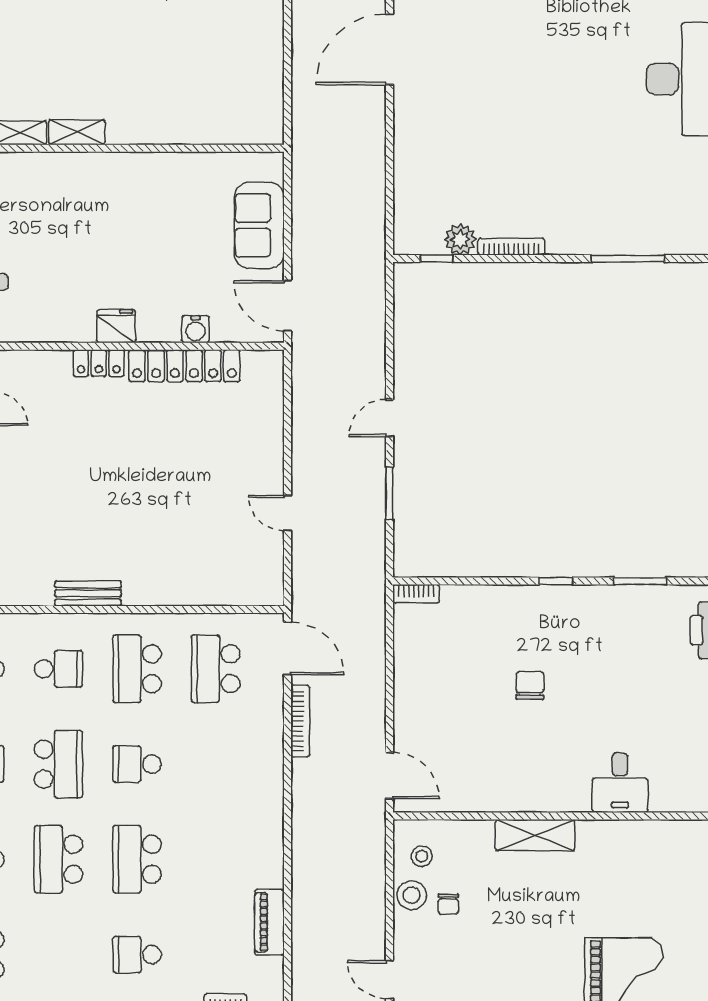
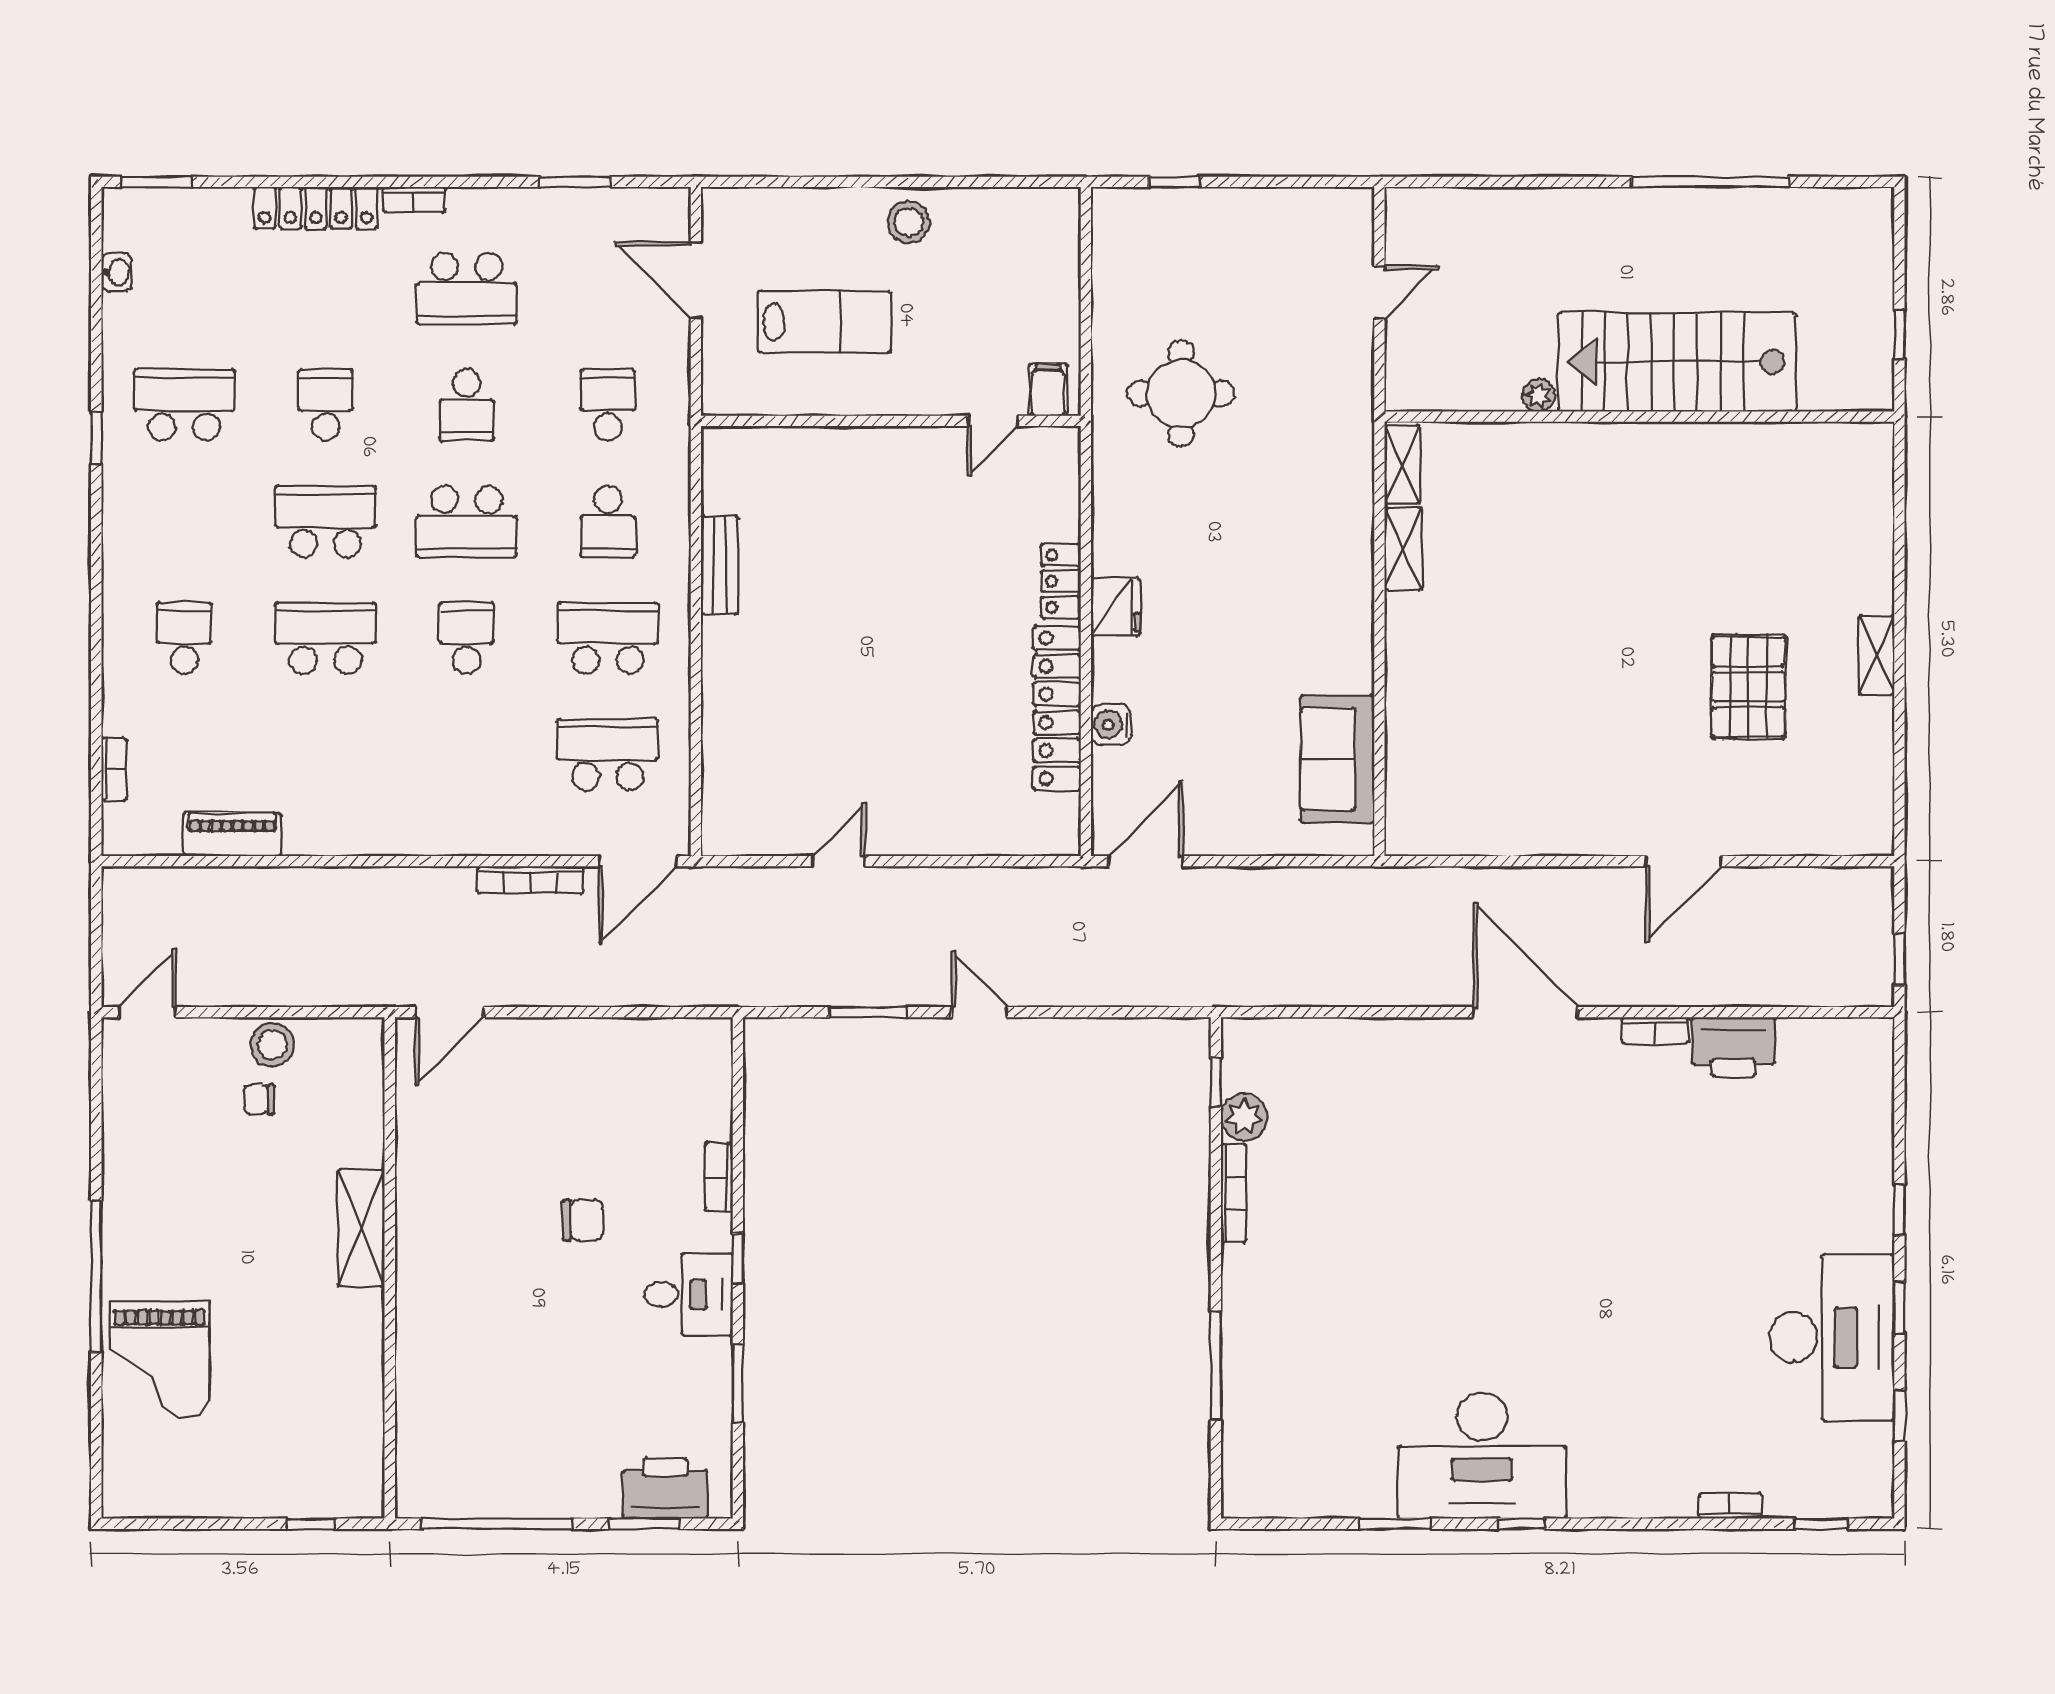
sofa: (259, 225) -> (1337, 759), moved, turned -90
bookcase: (416, 594) -> (719, 1177), moved
desk: (620, 783) -> (689, 1294), moved, turned 180
stool: (422, 856) -> (330, 1060), removed

